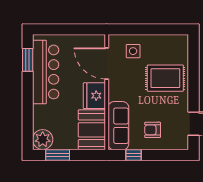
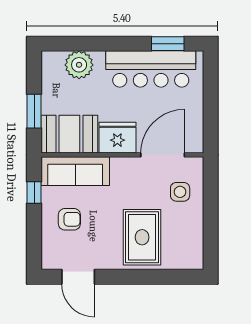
armchair: (153, 130) -> (69, 219), turned 90
plant: (43, 139) -> (79, 65), moved
window: (58, 155) -> (34, 111), moved

